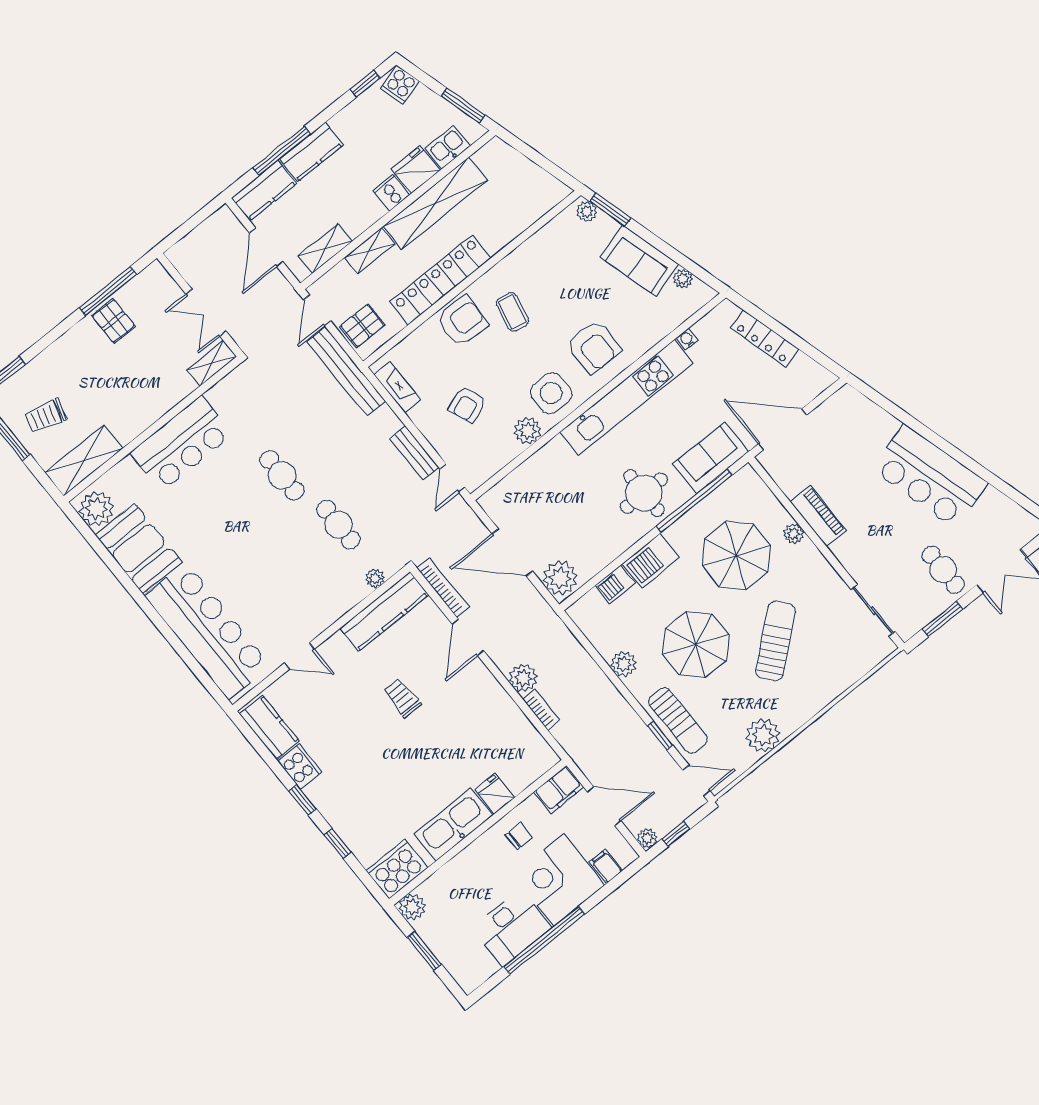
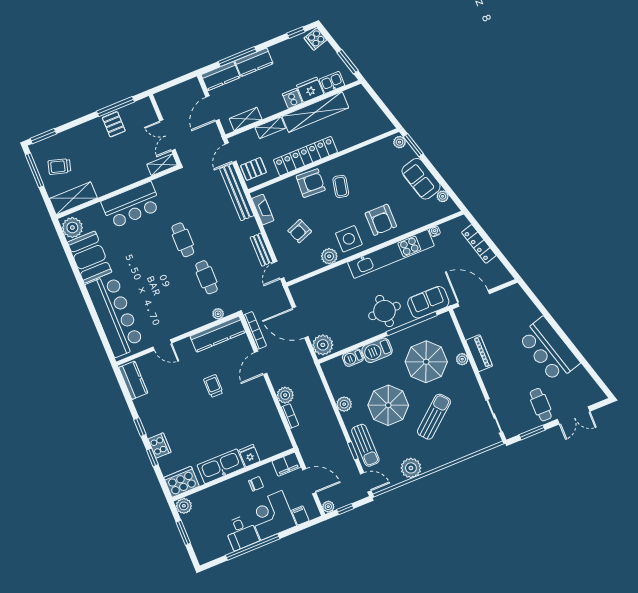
cooker: (300, 767) -> (160, 446), moved
desk: (512, 928) -> (241, 532), width x0.73

